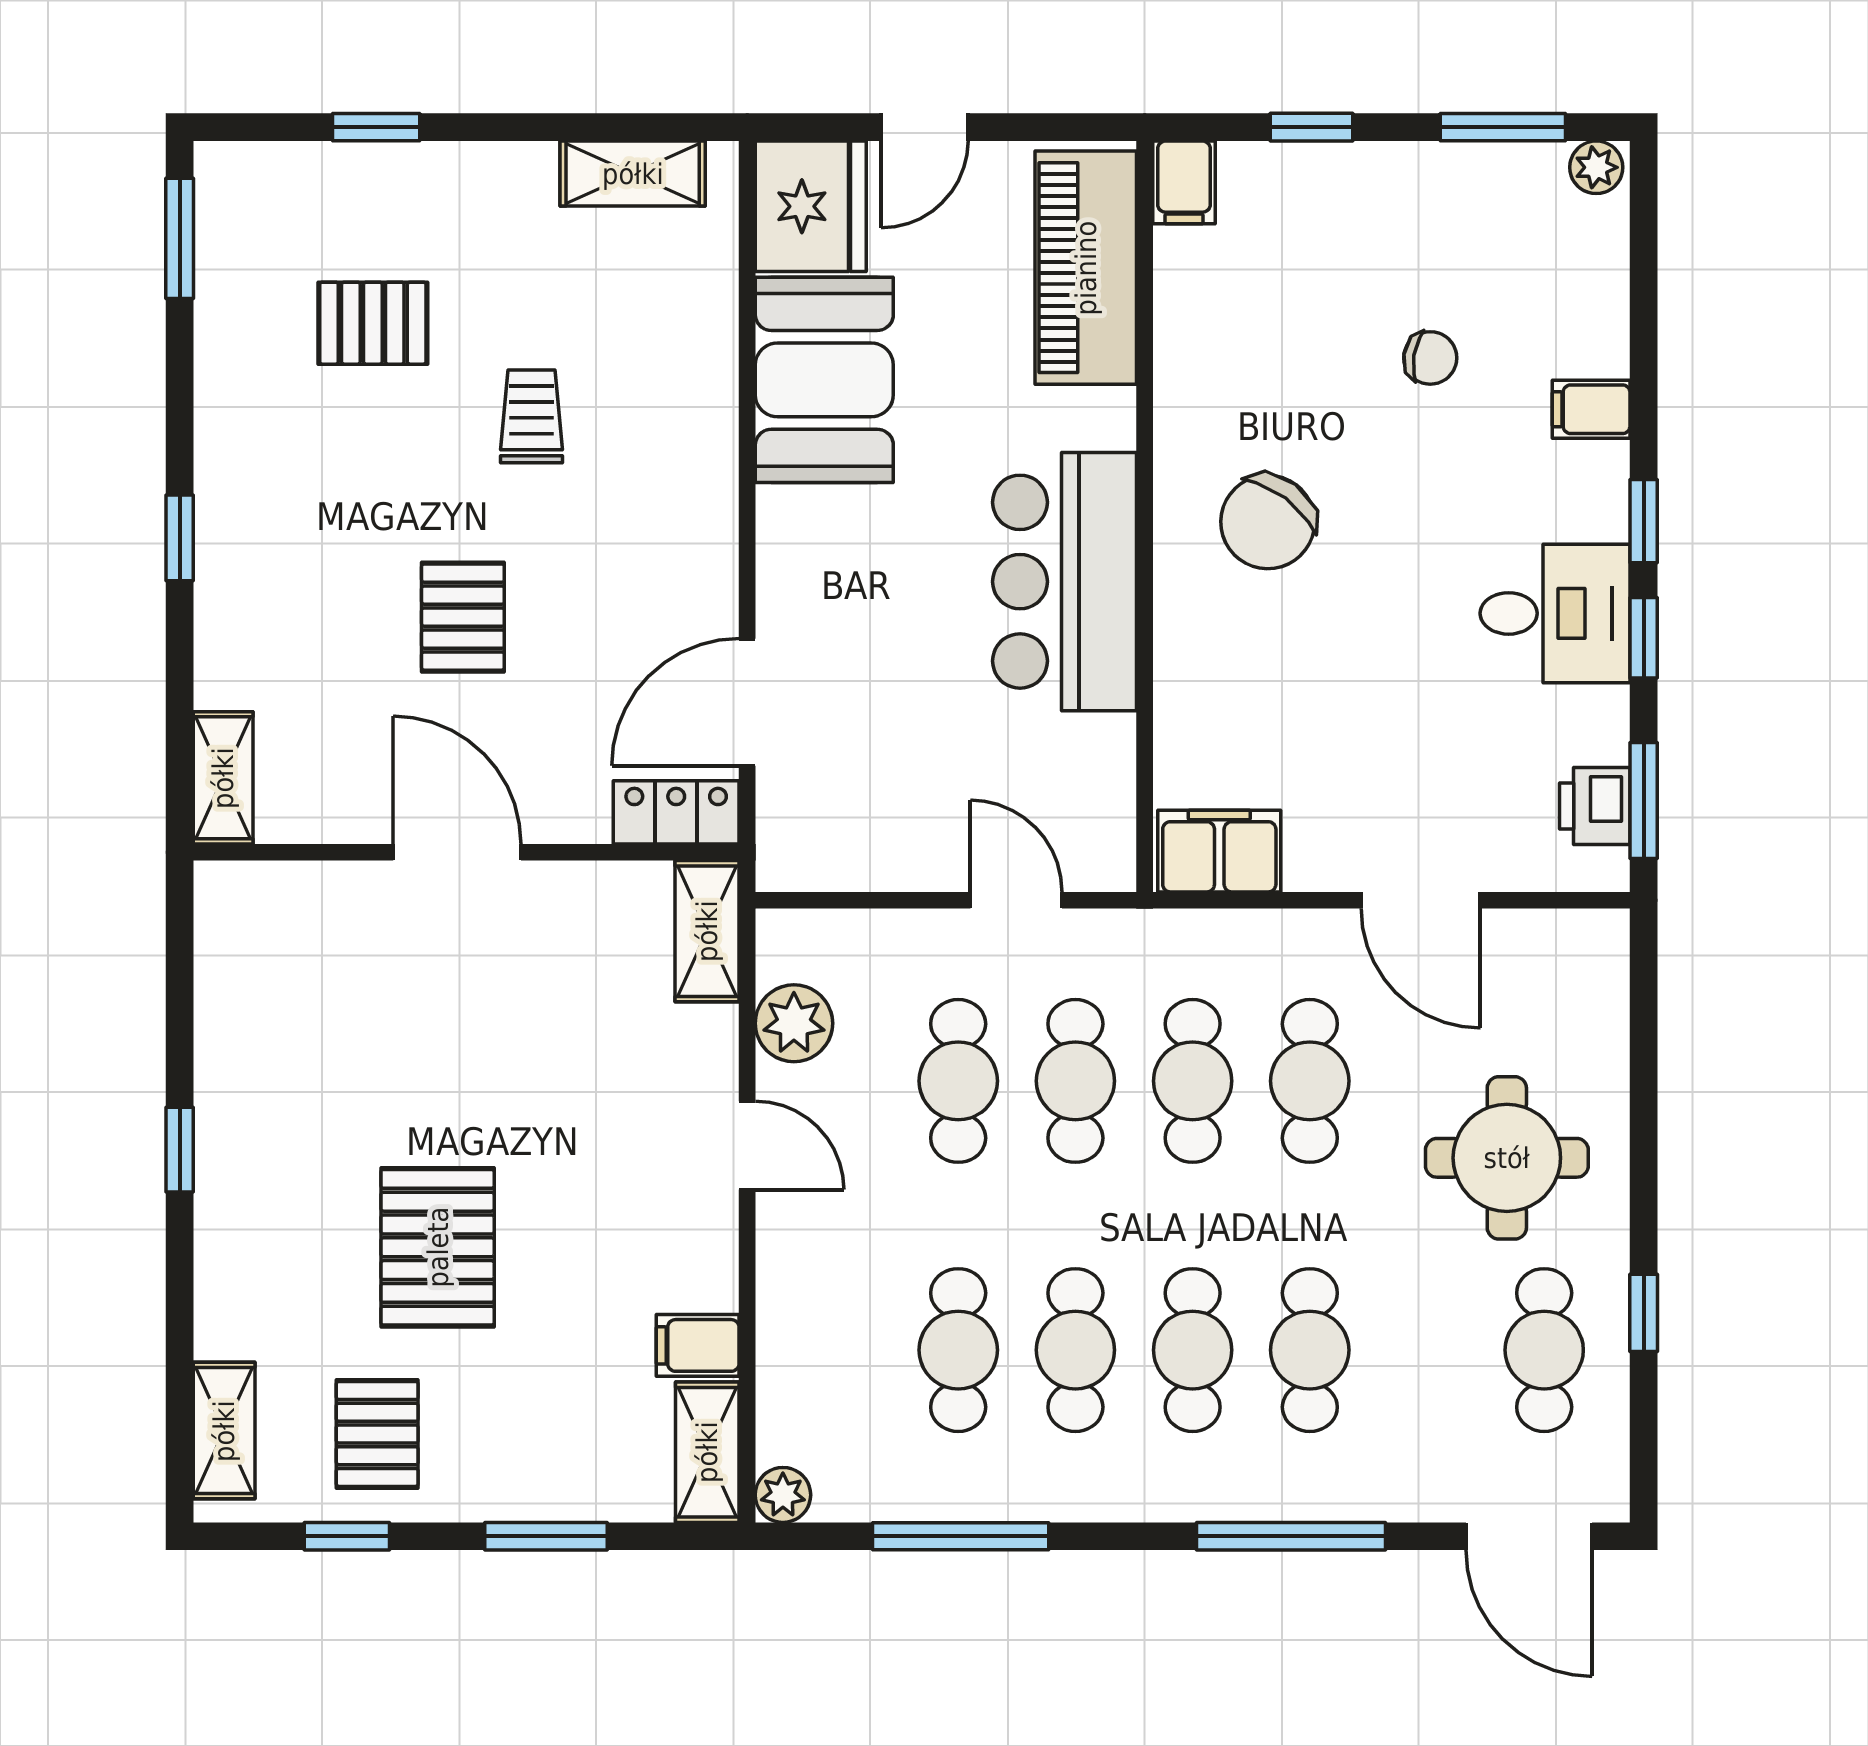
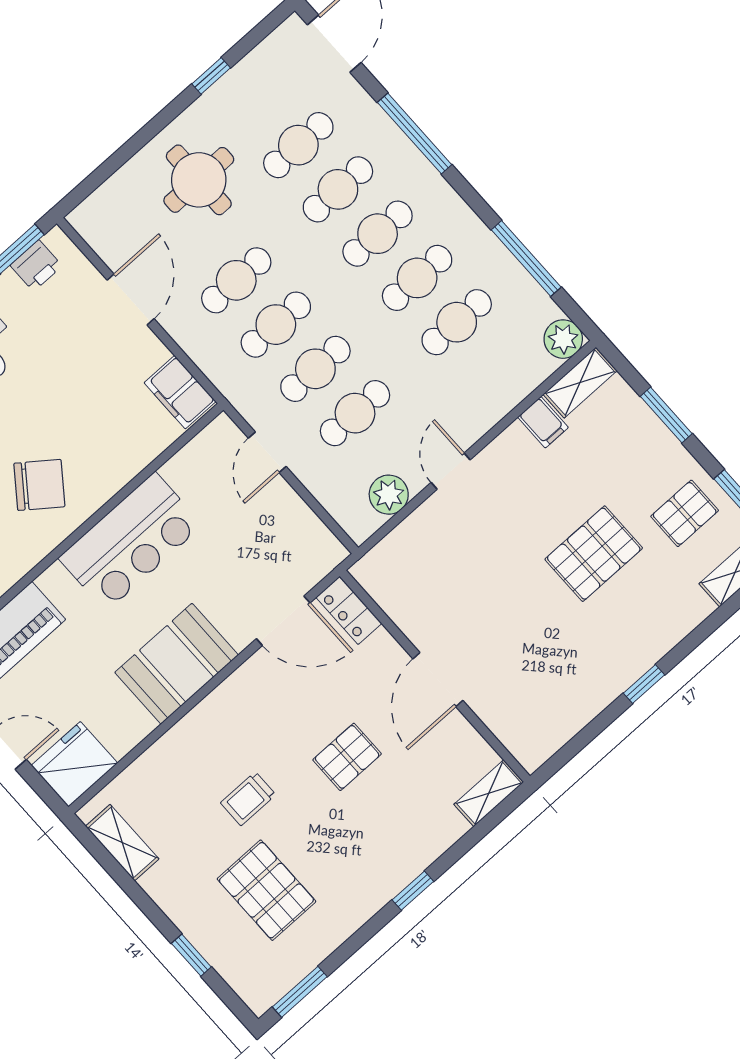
pallet: (373, 323) -> (266, 890), width x1.50, depth x1.42
booth: (824, 380) -> (177, 664), moved
shelving: (707, 931) -> (383, 559), removed
cafe table: (1544, 1350) -> (298, 145), moved
plant: (783, 1495) -> (563, 339), width x1.38, depth x1.38

